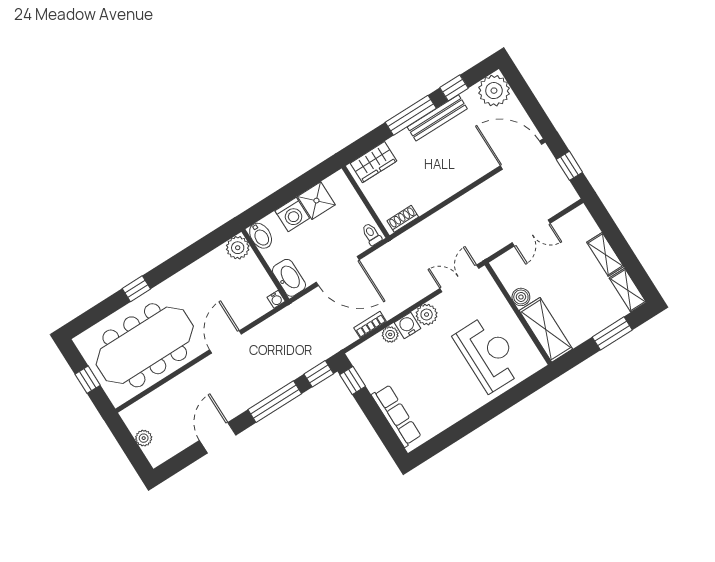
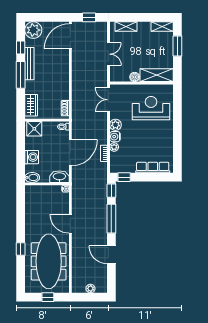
shower: (316, 201) -> (34, 129), moved
plant: (238, 248) -> (31, 191), removed
shelving: (605, 254) -> (126, 27), moved

